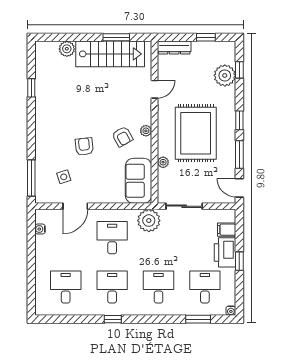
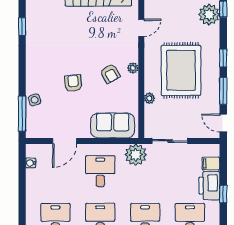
side table: (64, 177) -> (35, 100), moved
sofa: (139, 181) -> (113, 125), moved, turned 90

